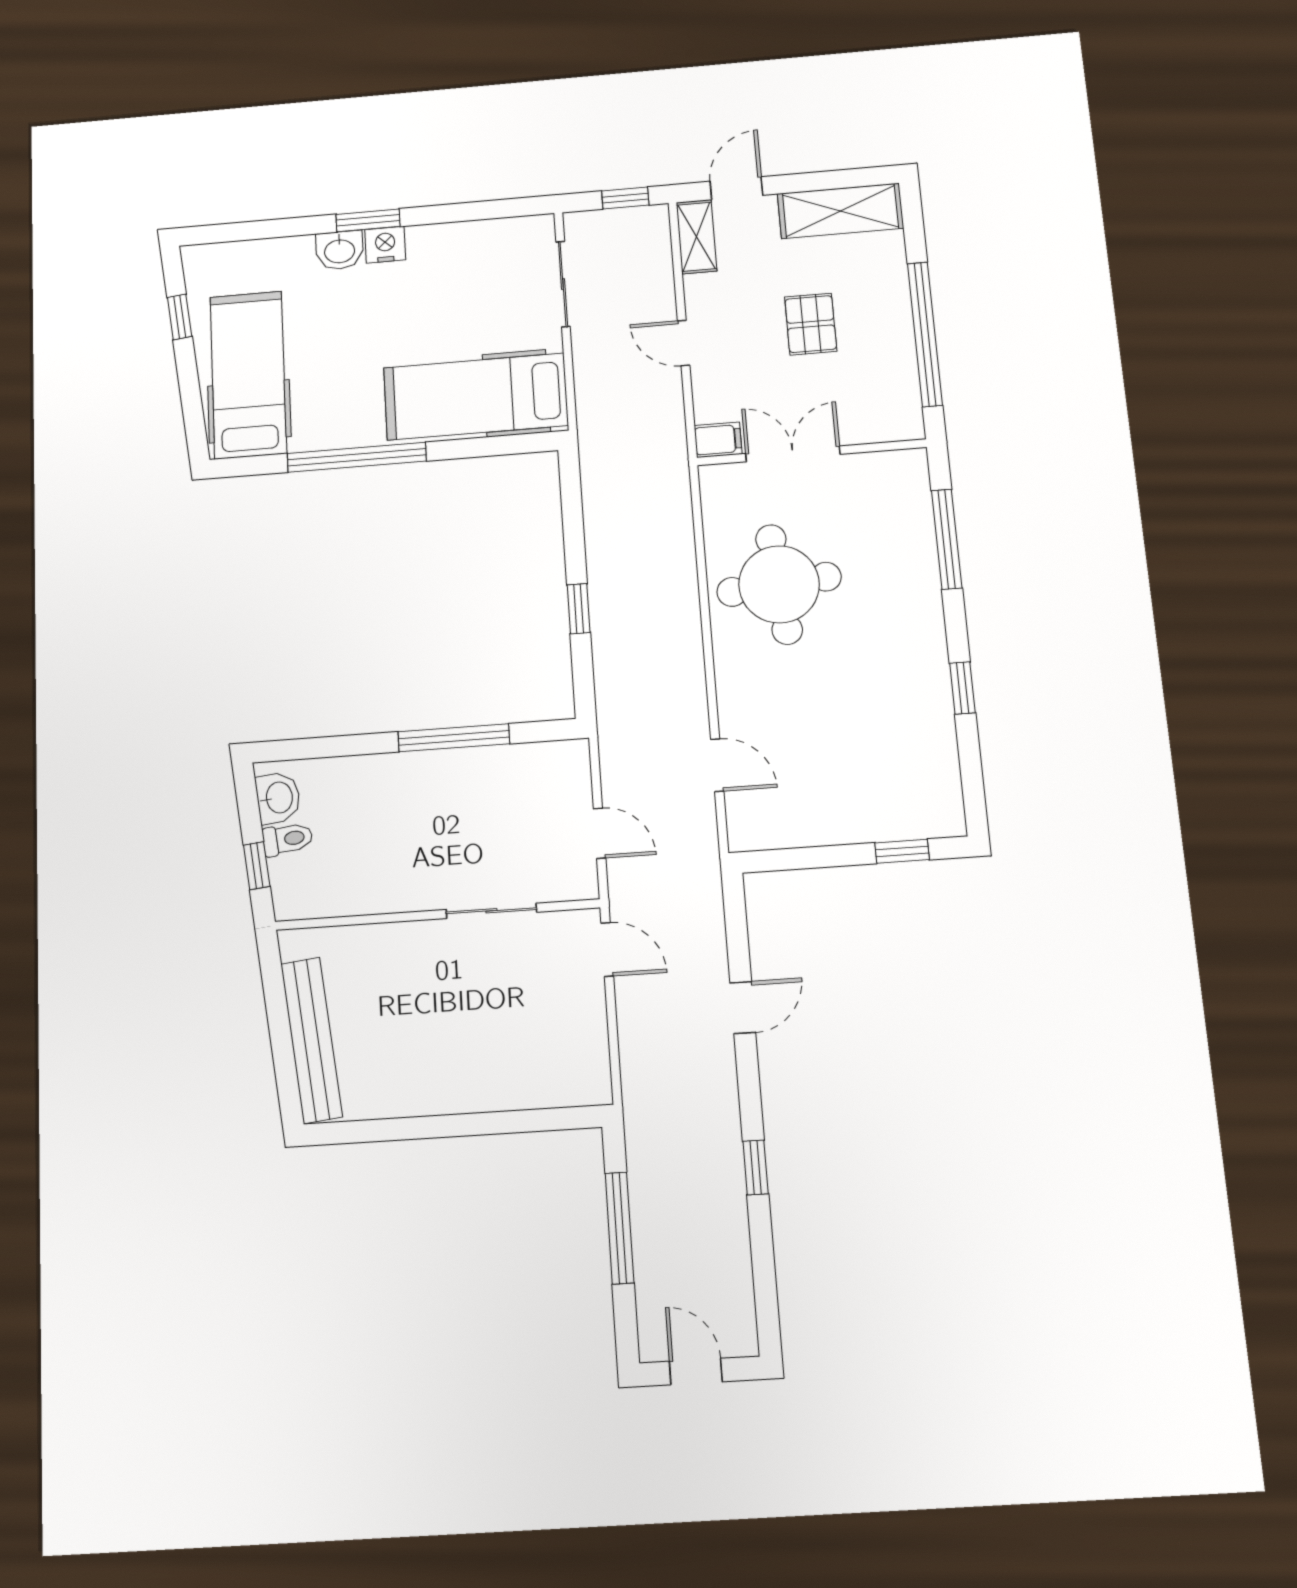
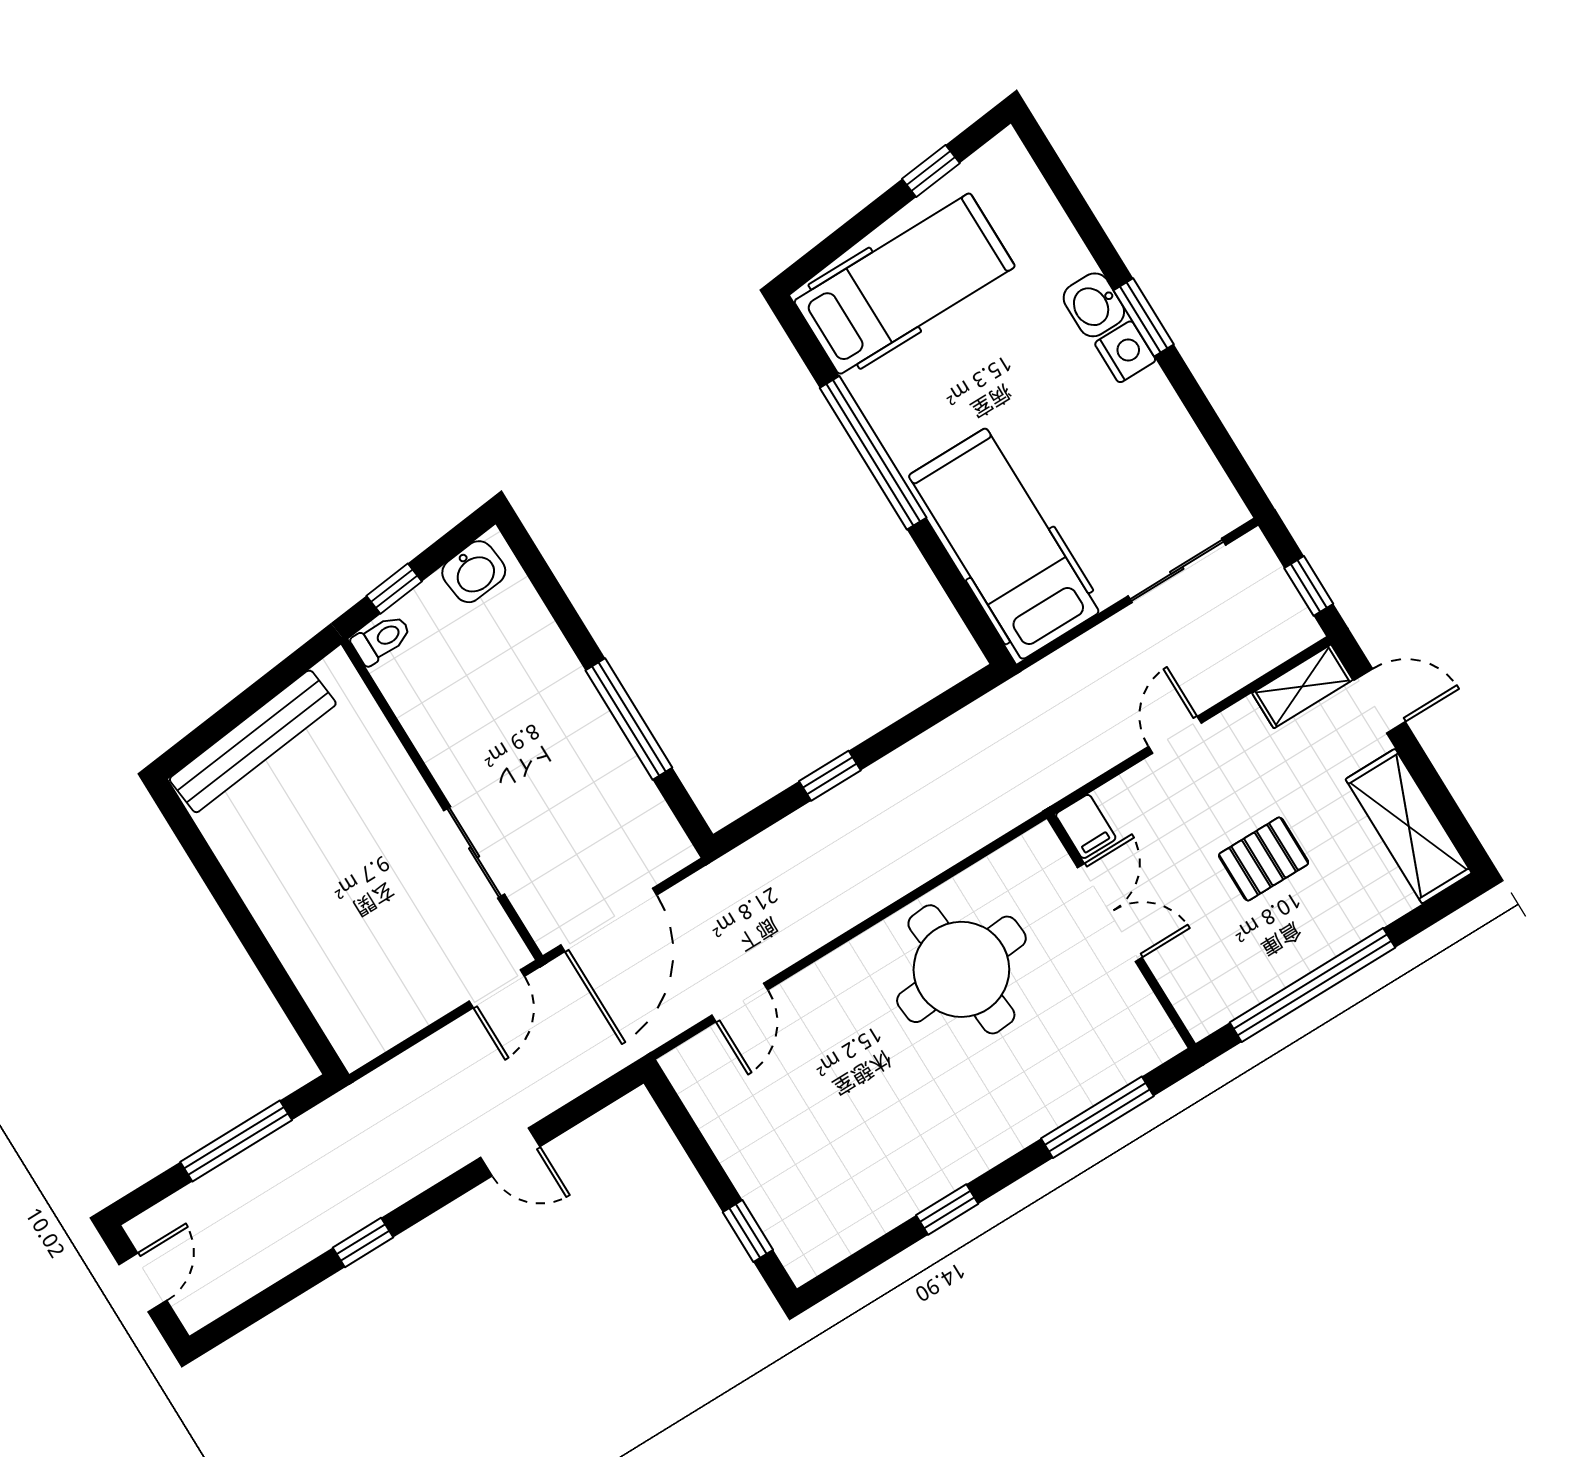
door: (600, 833) -> (609, 920), width x1.88
toilet: (288, 839) -> (381, 639), moved, turned -84

